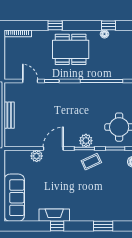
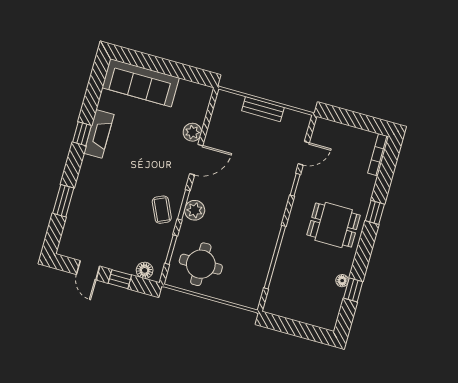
dining table: (71, 49) -> (334, 225), width x0.73
door: (53, 149) -> (196, 160), hinge flipped

